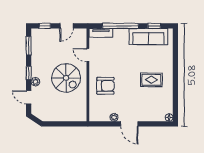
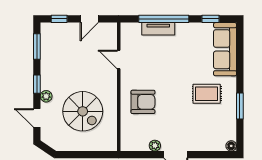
tv unit: (101, 33) -> (158, 29), moved
sofa: (148, 37) -> (225, 49), moved, turned 90
spiral stairs: (66, 78) -> (83, 111), moved
window: (175, 89) -> (240, 106), added

